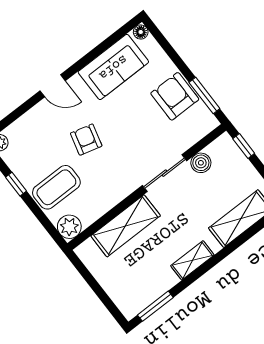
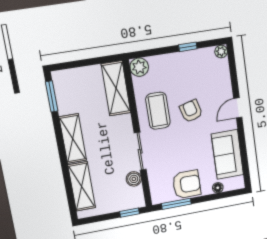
floor lamp: (141, 32) -> (218, 188), moved
armchair: (86, 140) -> (191, 111), turned -120
coffee table: (56, 187) -> (158, 111), moved
shelving: (126, 226) -> (116, 88), moved
shelving: (192, 260) -> (73, 139), width x1.50, depth x1.33

